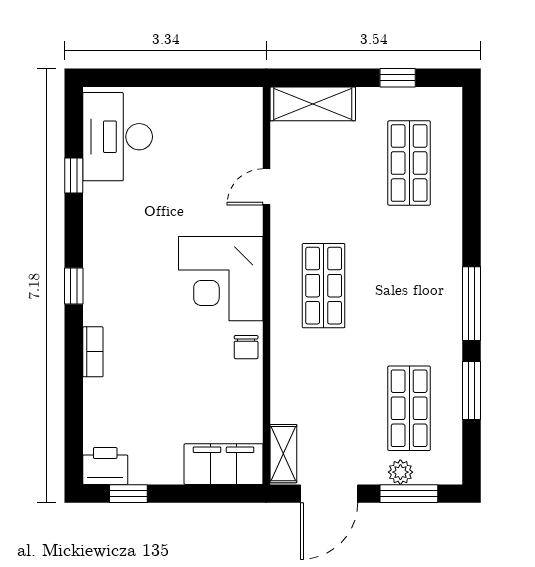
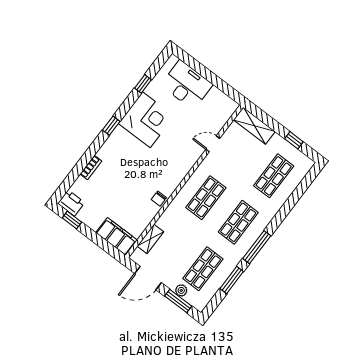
desk: (118, 137) -> (187, 85), moved, turned 90
corner desk: (221, 279) -> (146, 120), moved, turned 180
shop shelf: (409, 286) -> (238, 222), added
bookcase: (93, 352) -> (91, 167), moved
shelving: (283, 454) -> (150, 239), moved

